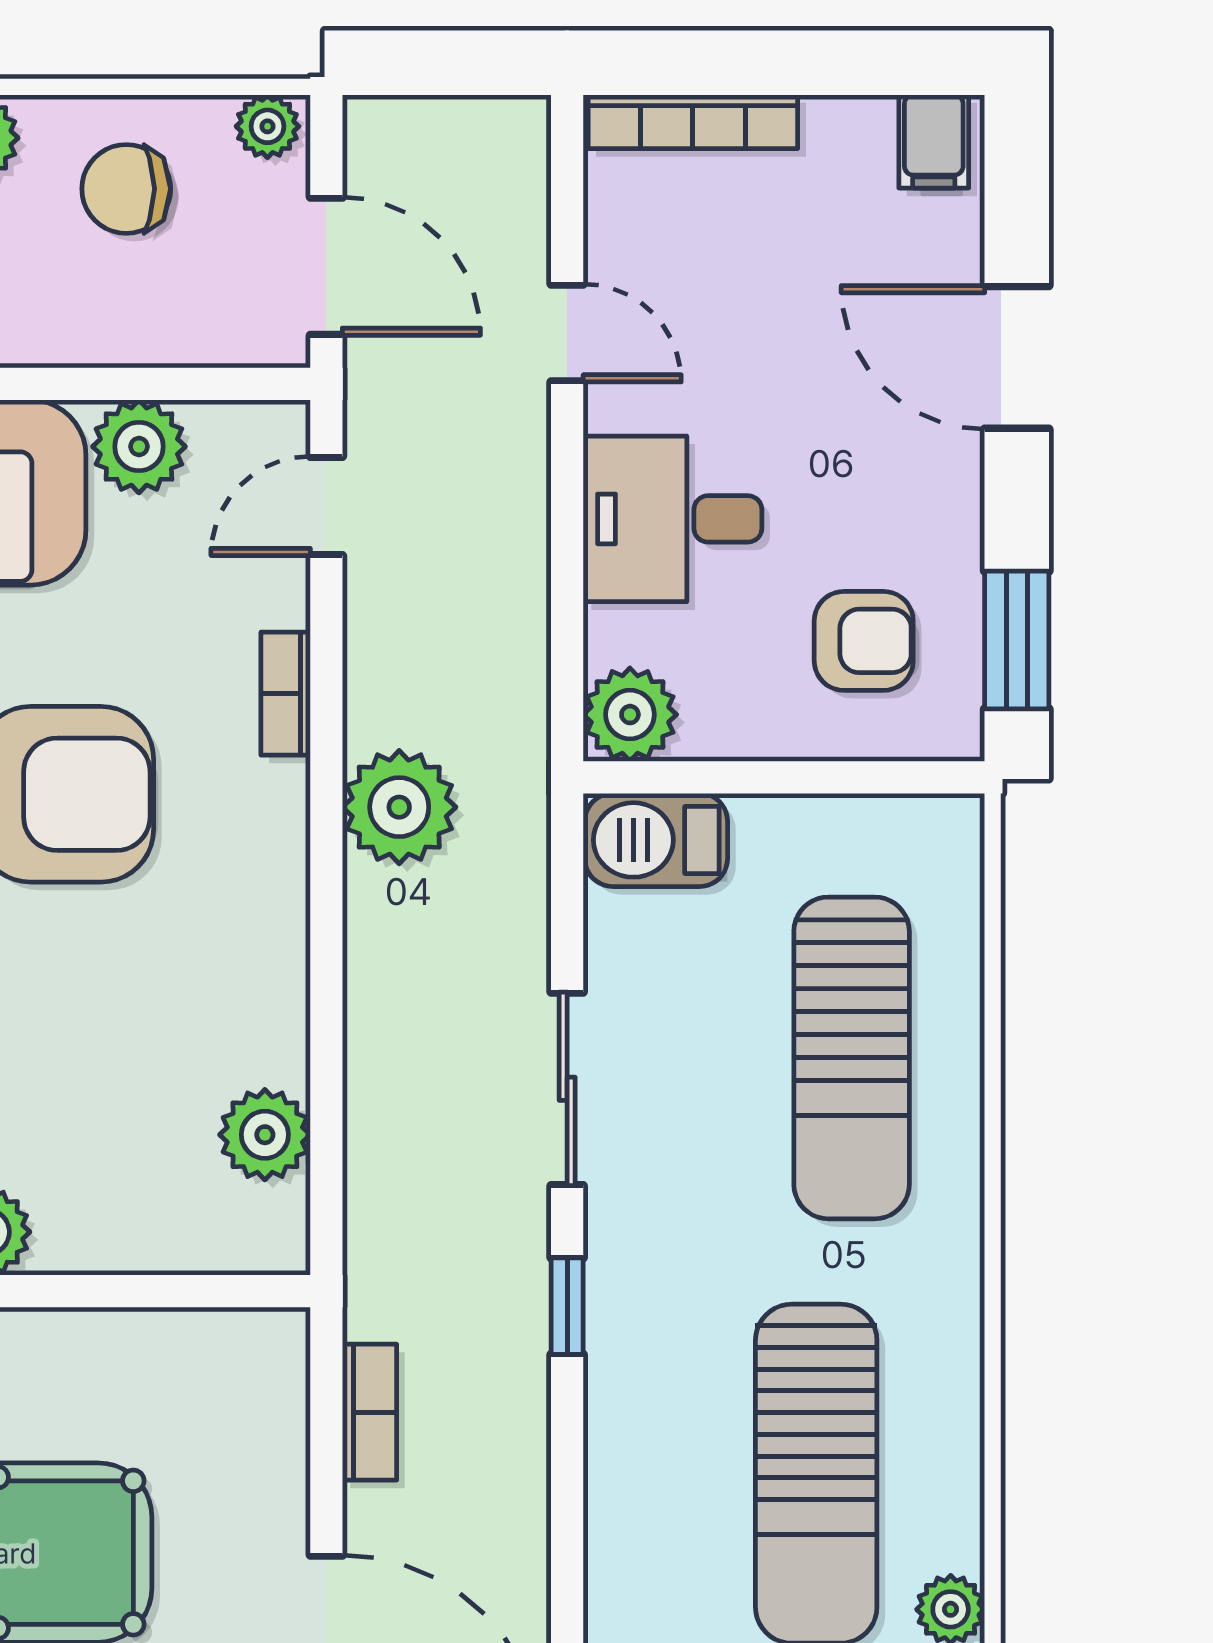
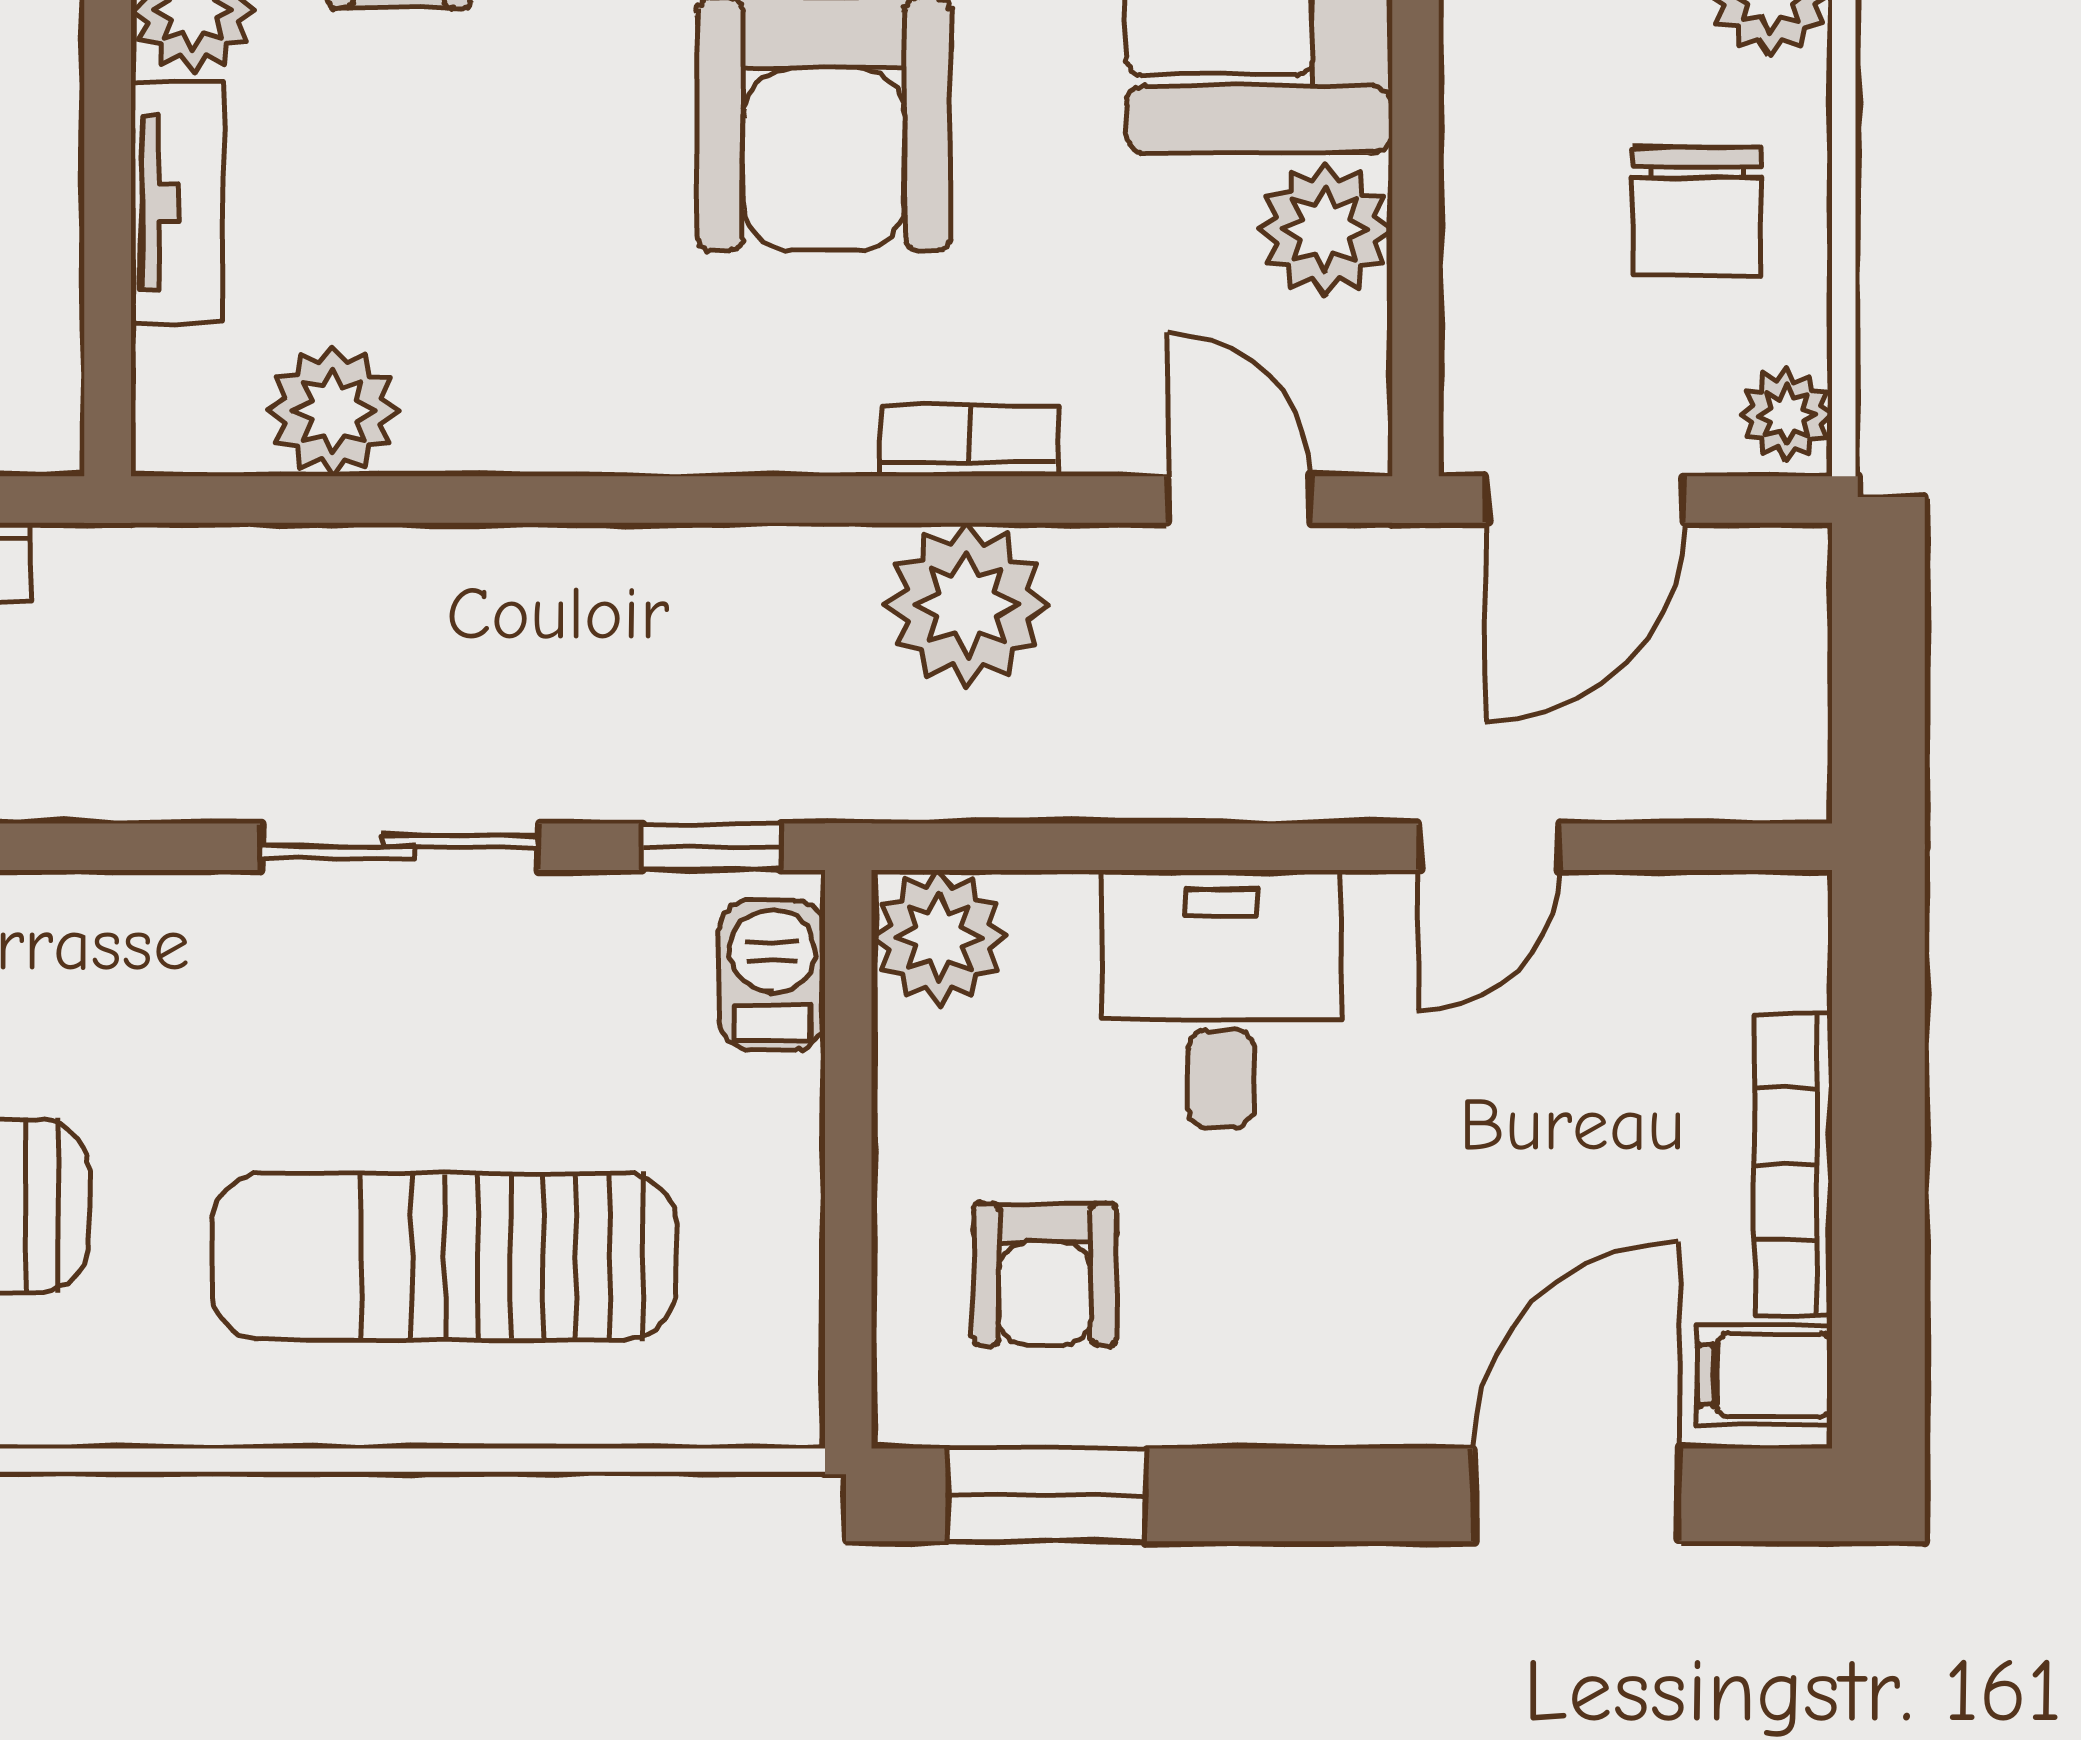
bookcase: (693, 122) -> (1793, 1164), moved
chair: (126, 189) -> (1696, 211), turned 180
door: (1017, 357) -> (1576, 1495), moved
plant: (399, 807) -> (967, 605), moved
barbecue: (656, 840) -> (772, 975), width x0.73, depth x0.79
tv unit: (120, 1243) -> (177, 203), added
window: (567, 1306) -> (712, 847), moved

